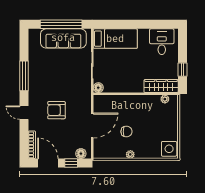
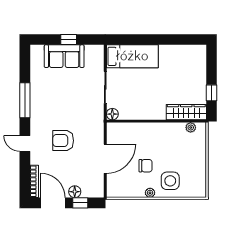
window: (61, 24) -> (69, 40), width x0.32
sofa: (63, 38) -> (64, 56), width x0.73
desk: (162, 42) -> (187, 60), removed
side table: (169, 149) -> (170, 181), moved
floor lamp: (81, 154) -> (75, 192), moved

